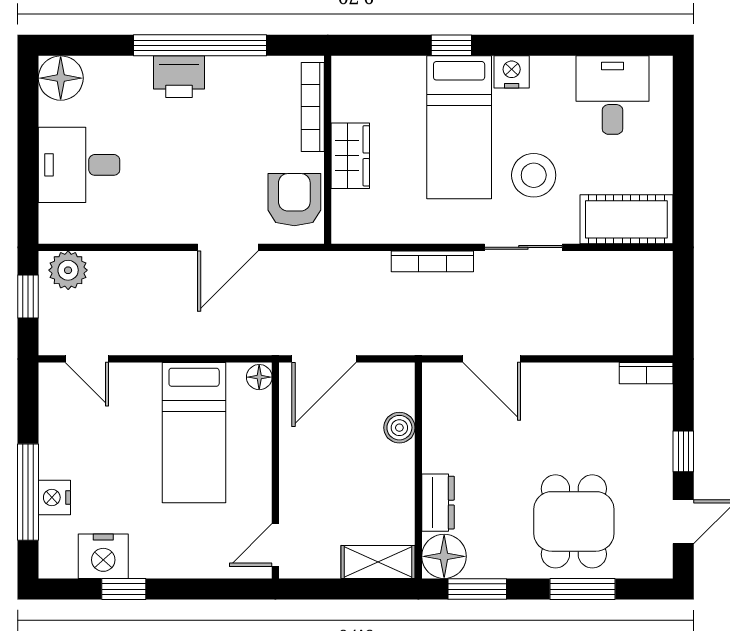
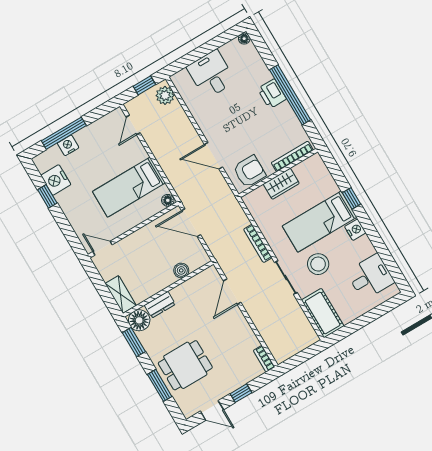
floor lamp: (61, 78) -> (244, 39), width x0.53, depth x0.53

